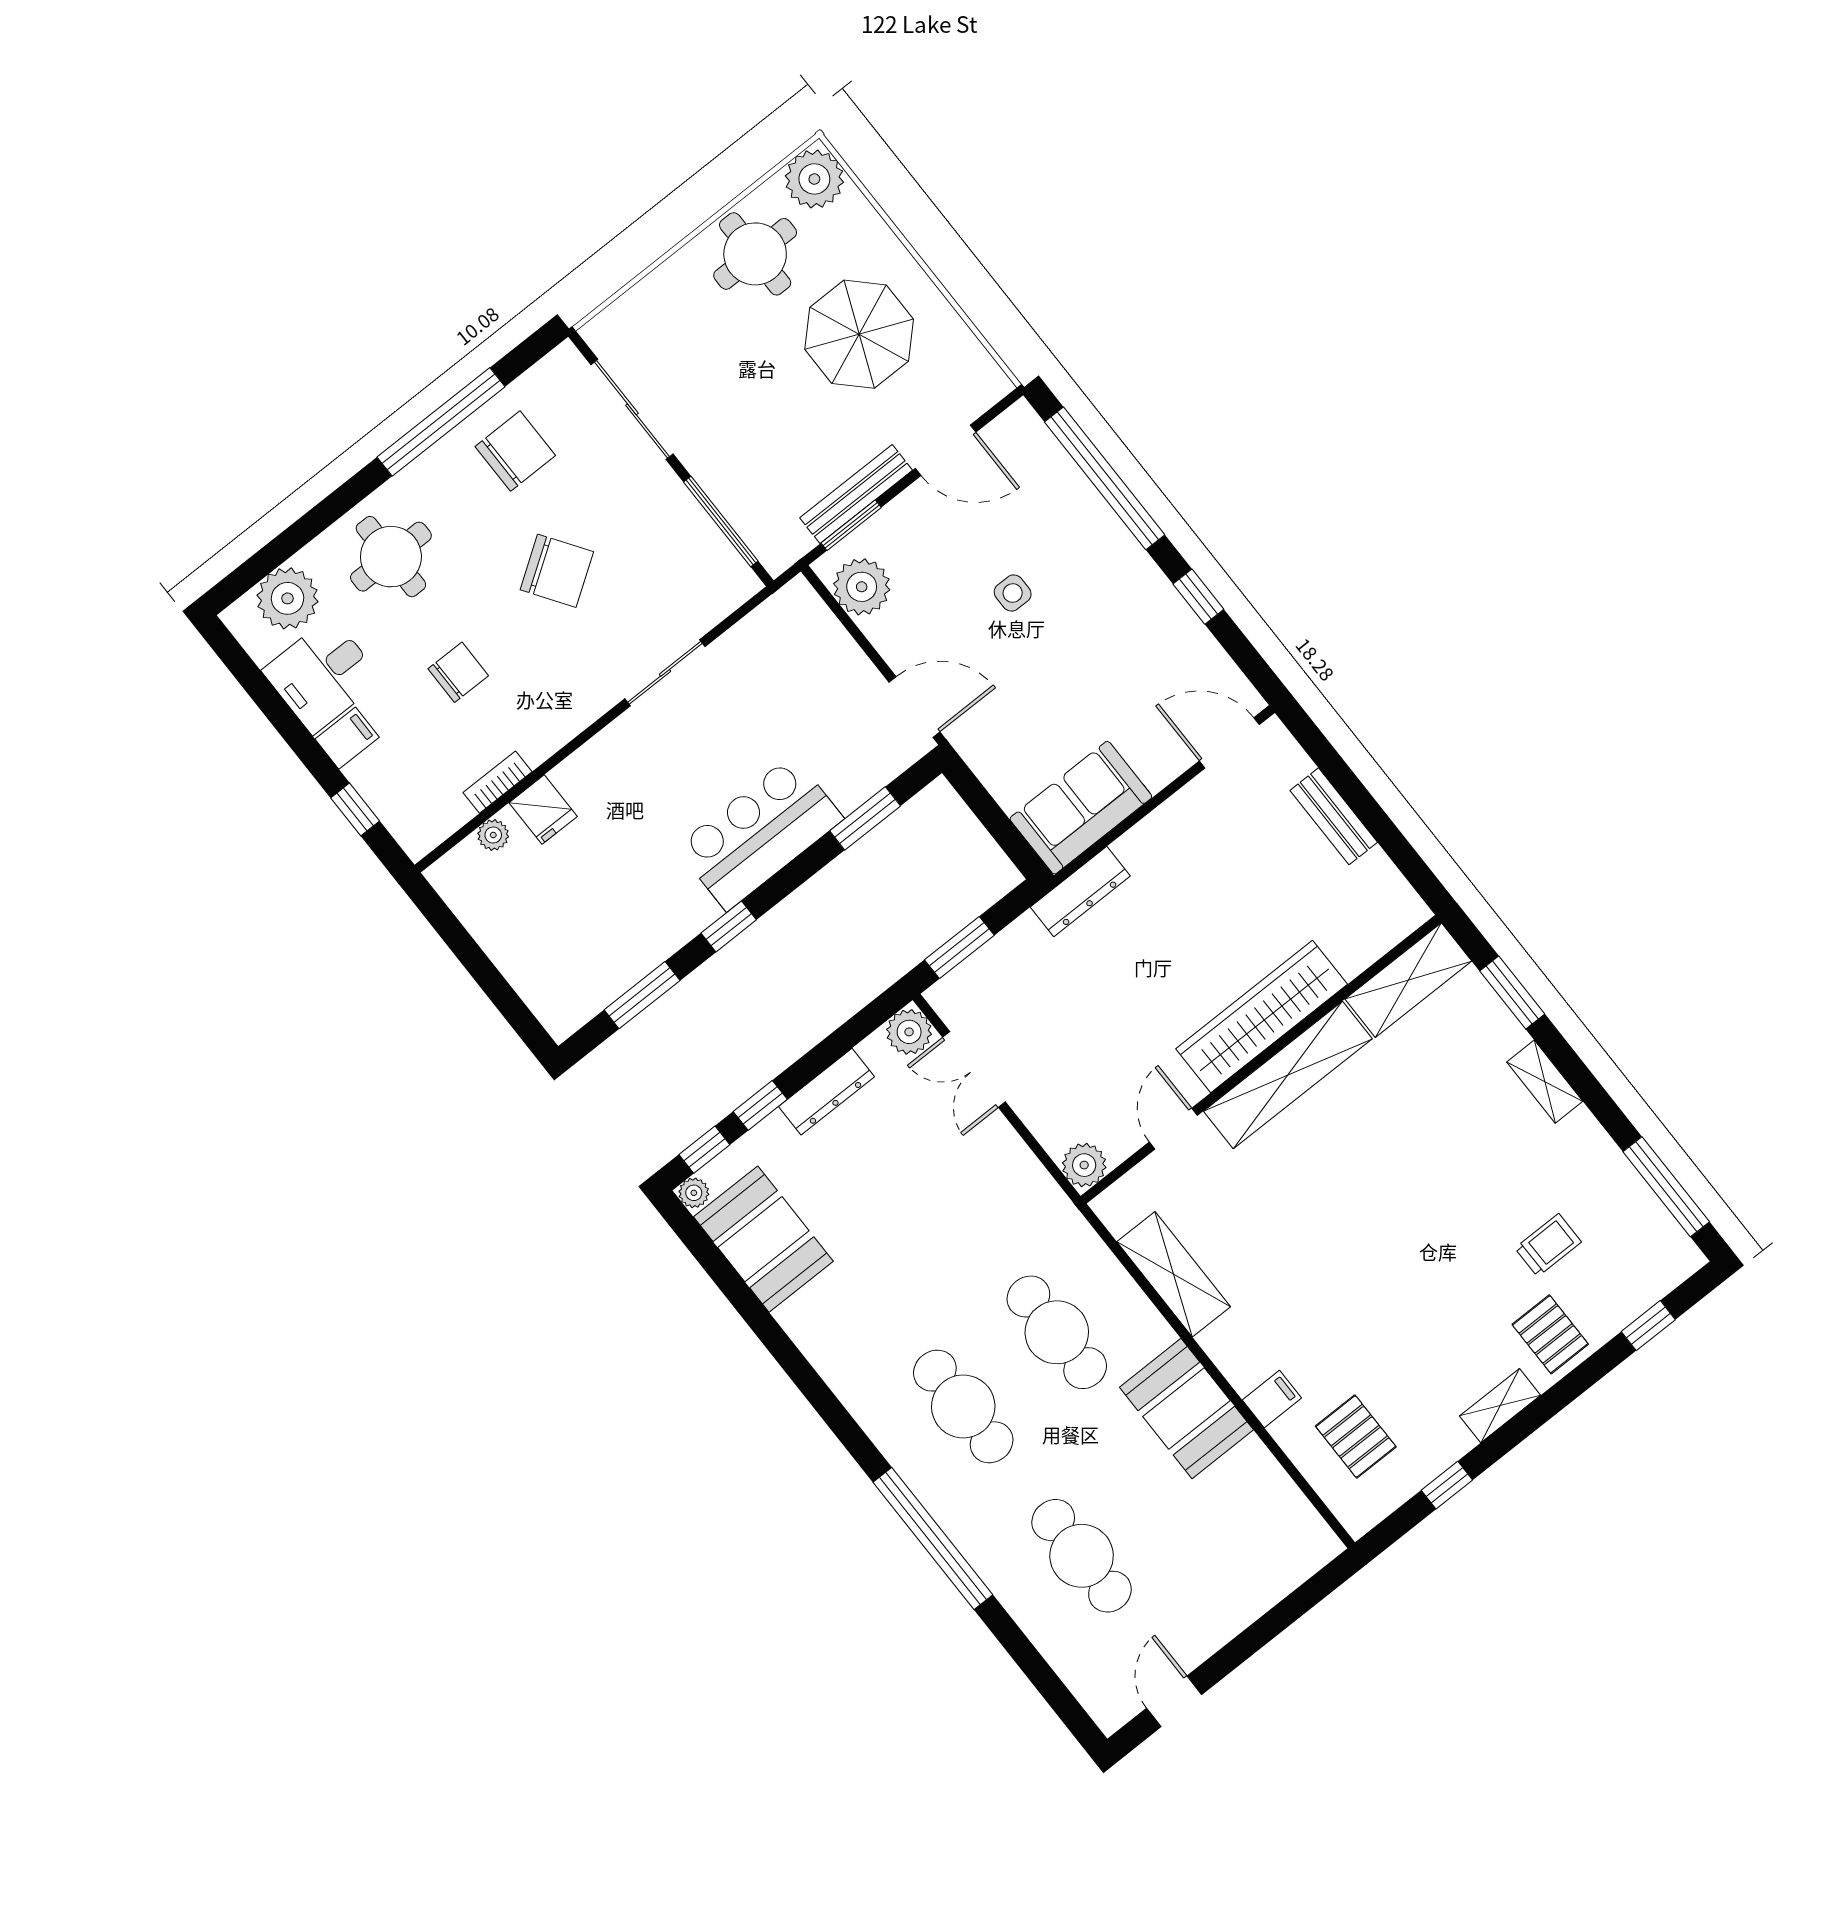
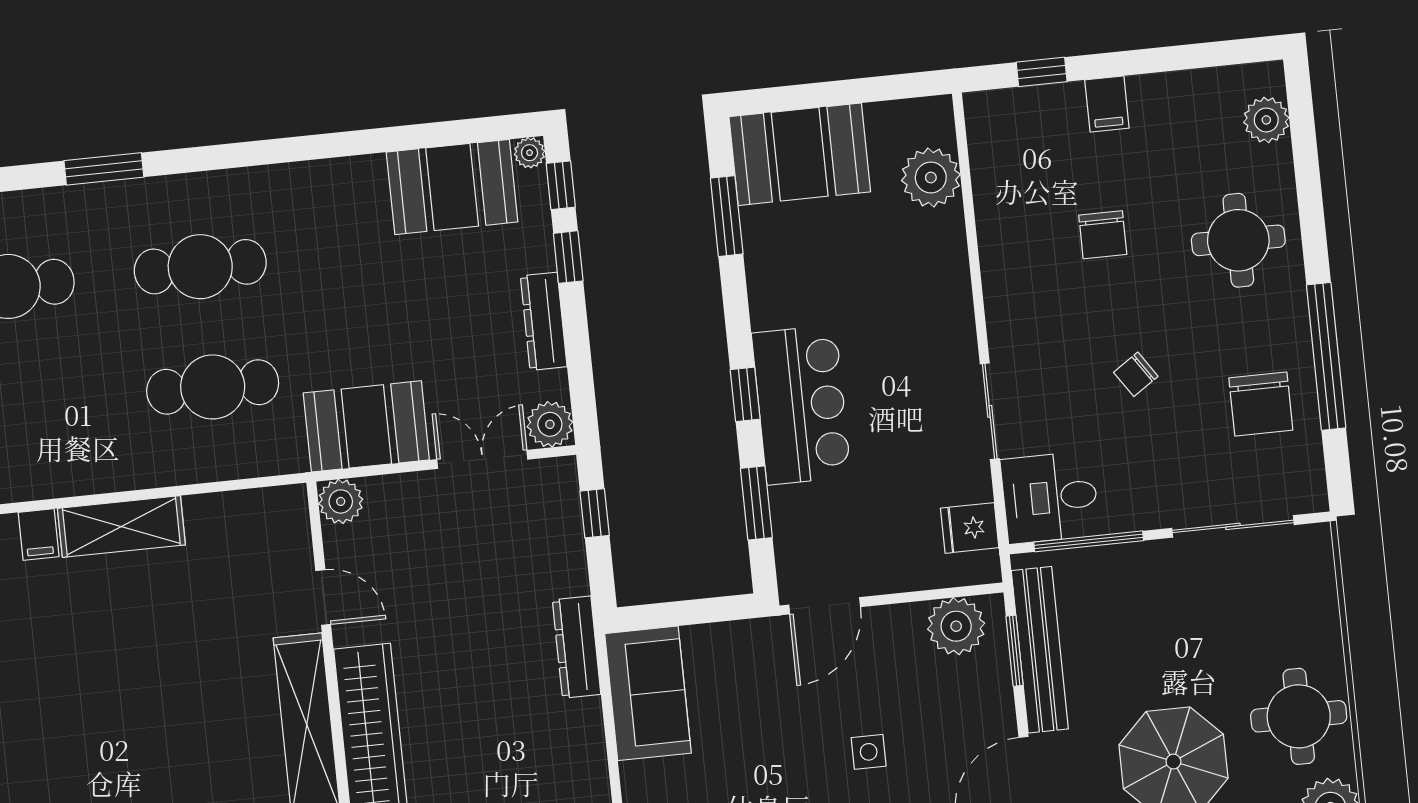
bench: (856, 494) -> (1040, 650), width x1.37, depth x1.21
chair: (557, 571) -> (1136, 374), width x0.54, depth x0.54
plant: (288, 598) -> (1266, 120), width x0.73, depth x0.73
desk: (322, 675) -> (1050, 497), moved, turned -90
bookcase: (498, 782) -> (987, 209), removed
fridge: (543, 810) -> (970, 528), moved
plant: (493, 835) -> (931, 178), width x1.88, depth x1.88
window: (729, 926) -> (745, 394), moved
window: (959, 947) -> (595, 513), width x0.67
booth: (552, 967) -> (800, 154), added
shelving: (1174, 1274) -> (121, 527), moved
booth: (1186, 1408) -> (366, 426), moved
window: (933, 1538) -> (104, 169), width x0.47

